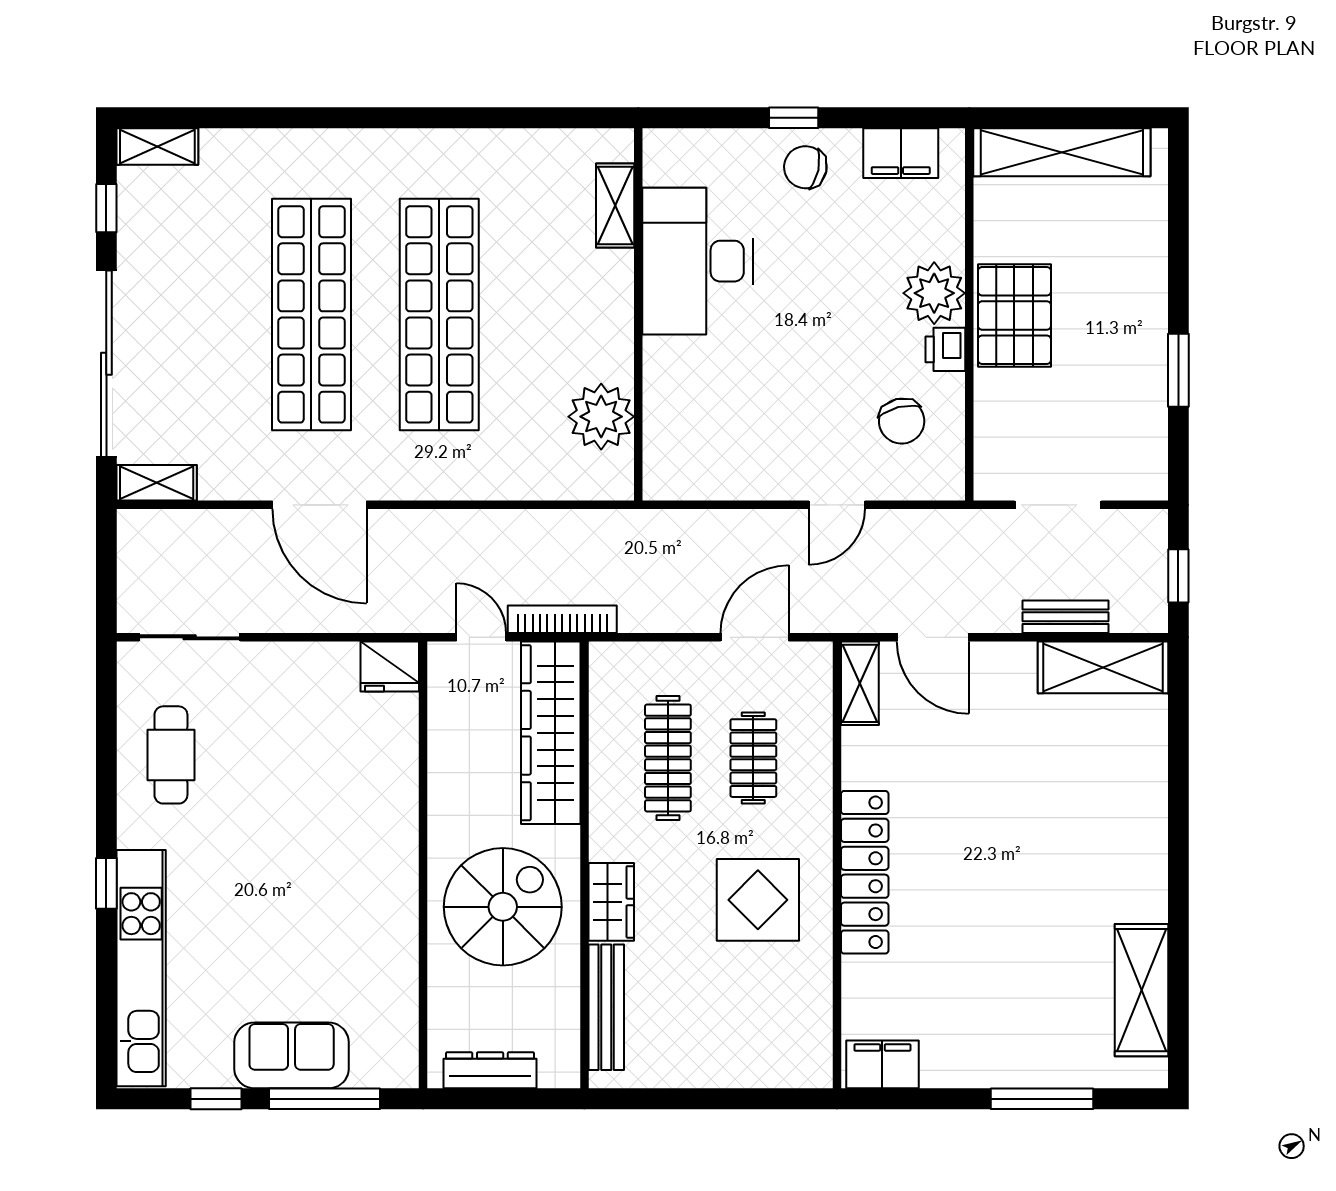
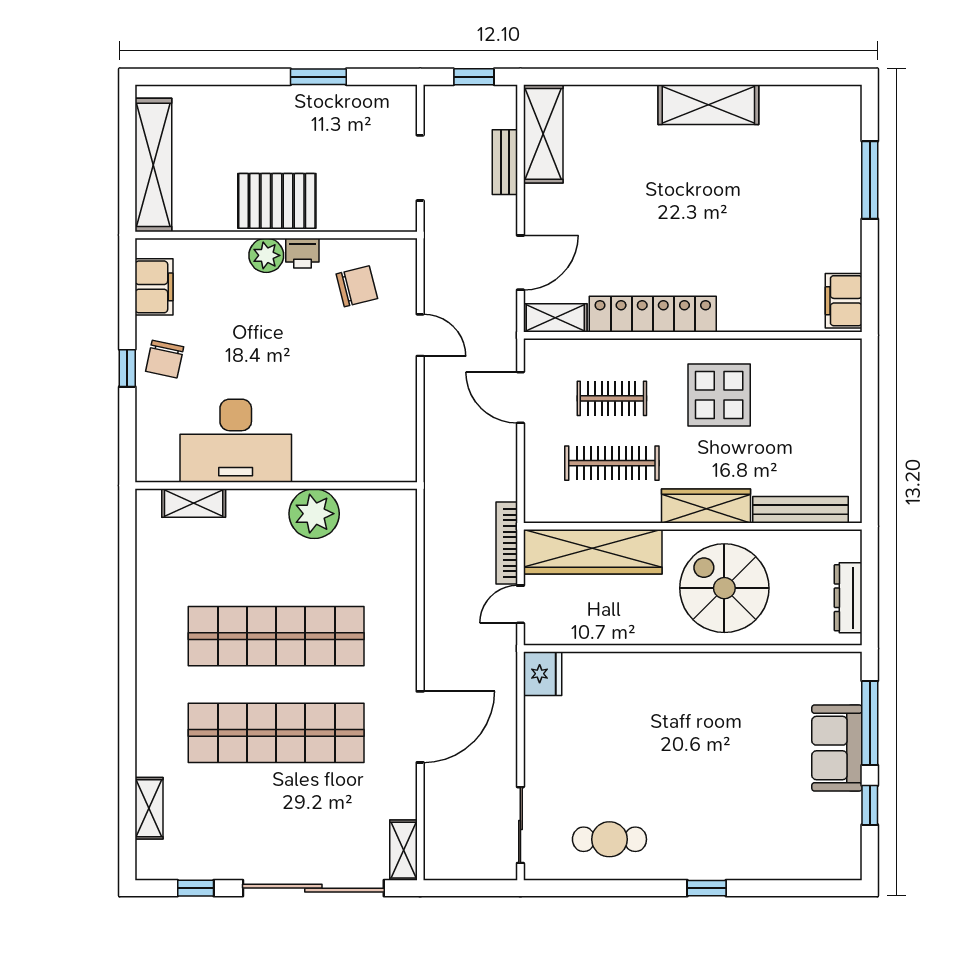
shelving: (157, 147) -> (149, 808), moved
plant: (934, 293) -> (266, 255), width x0.73, depth x0.73
plant: (601, 417) -> (314, 514), moved
locker: (865, 872) -> (653, 314), moved
wardrobe: (611, 902) -> (706, 506), width x1.50
kitchen unit: (141, 968) -> (771, 862), removed
shelving: (1142, 990) -> (708, 105), moved

